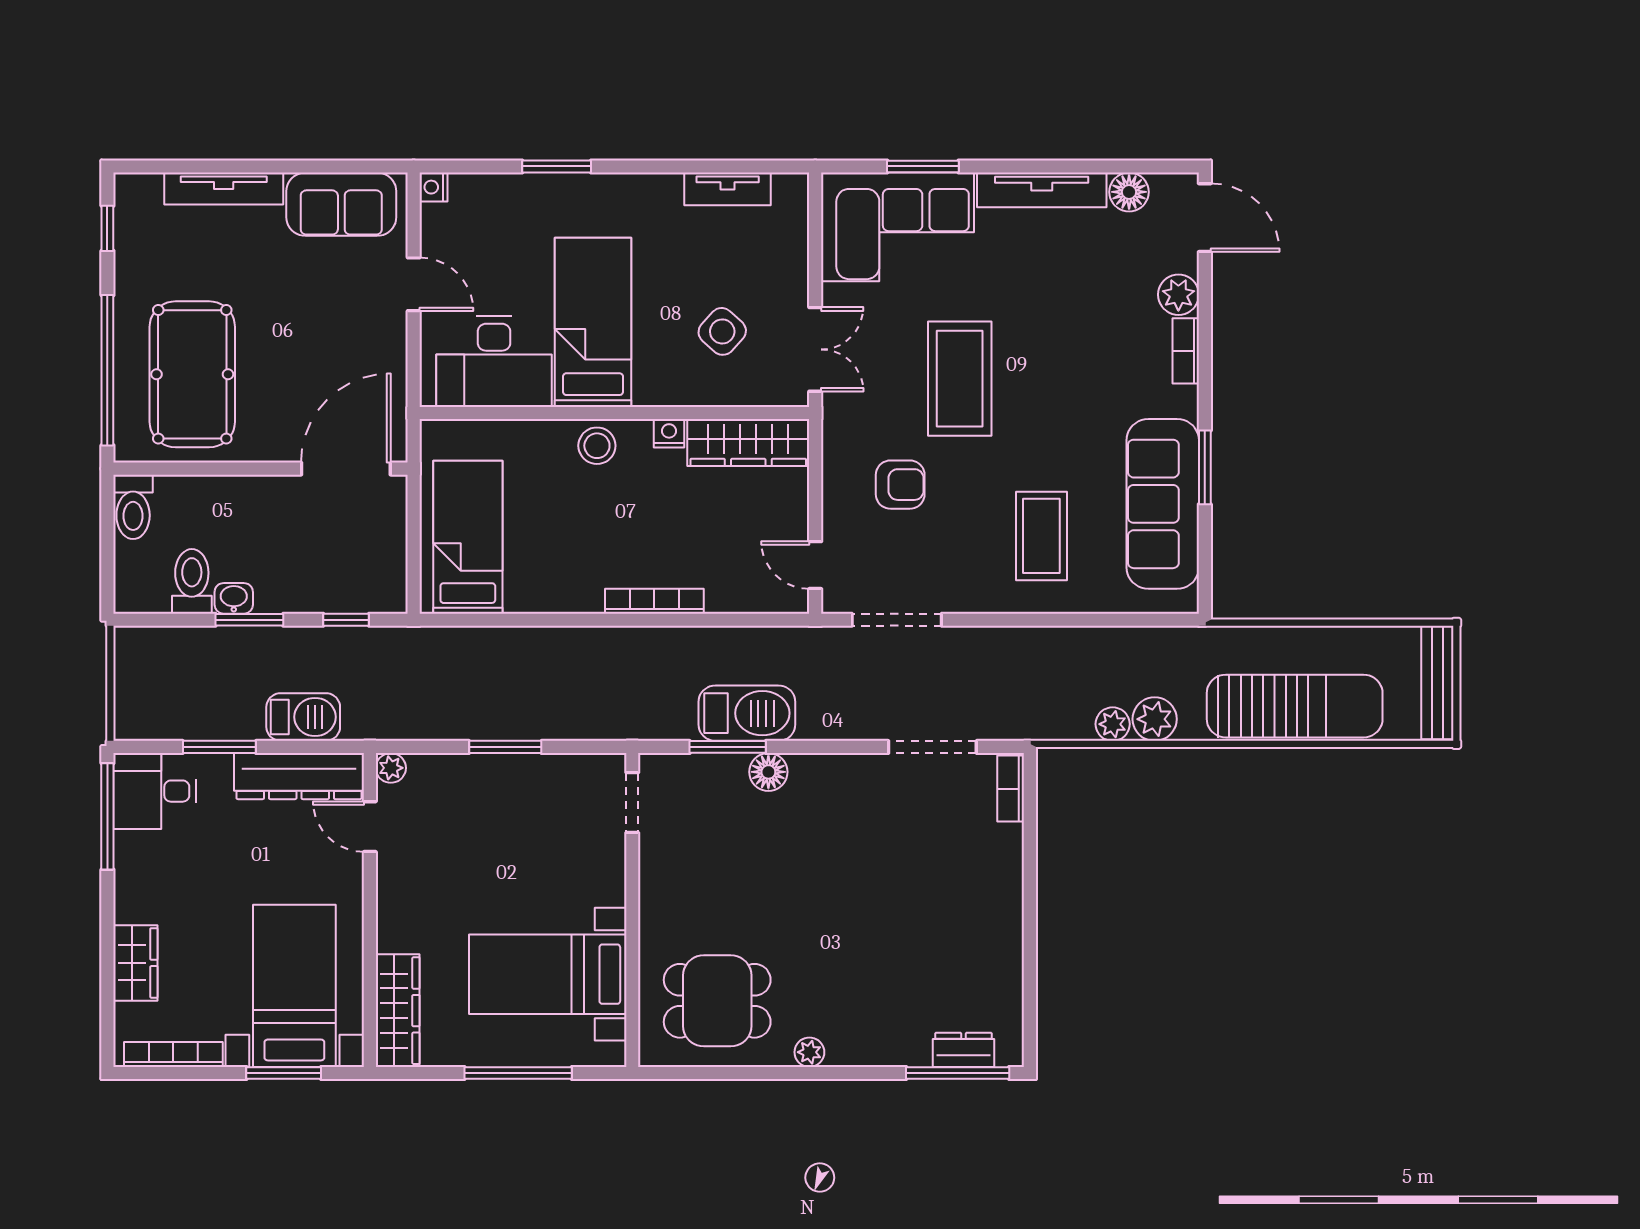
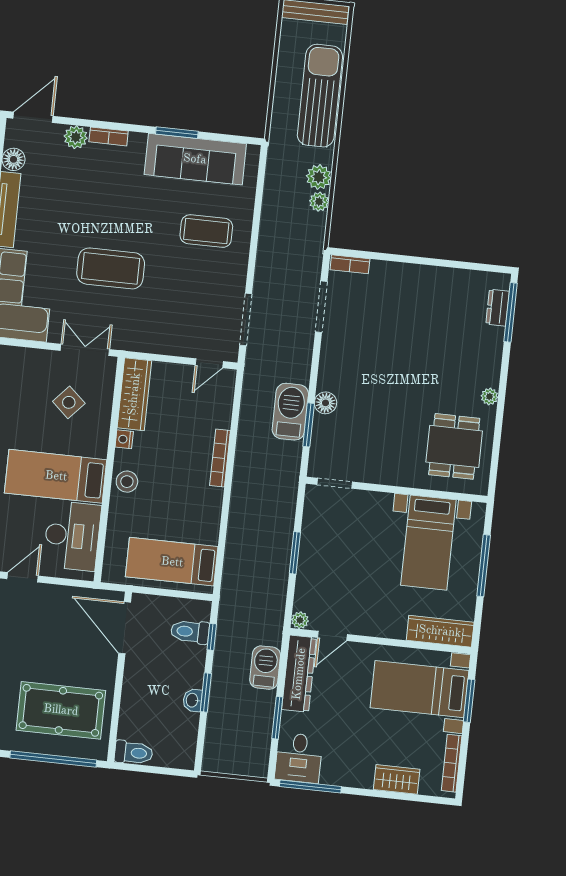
armchair: (900, 485) -> (168, 309), removed
toilet: (192, 581) -> (190, 632), moved

